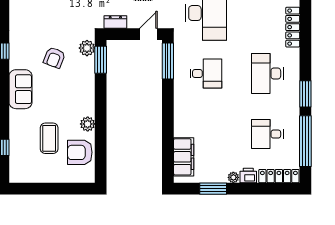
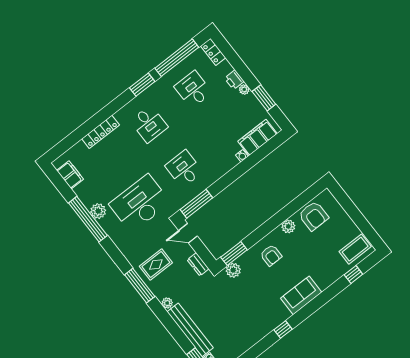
armchair: (54, 58) -> (271, 255), moved, turned 69
desk: (267, 74) -> (149, 124), width x0.73
water cooler: (179, 131) -> (242, 156), added
desk: (267, 134) -> (193, 89), turned 180
coffee table: (49, 138) -> (355, 249), moved
locker: (279, 176) -> (213, 52), width x0.66

